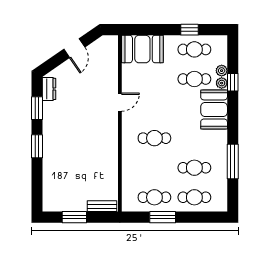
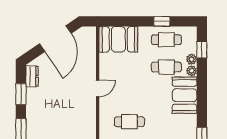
door: (74, 48) -> (55, 39), width x1.88
window: (233, 82) -> (202, 50), moved

